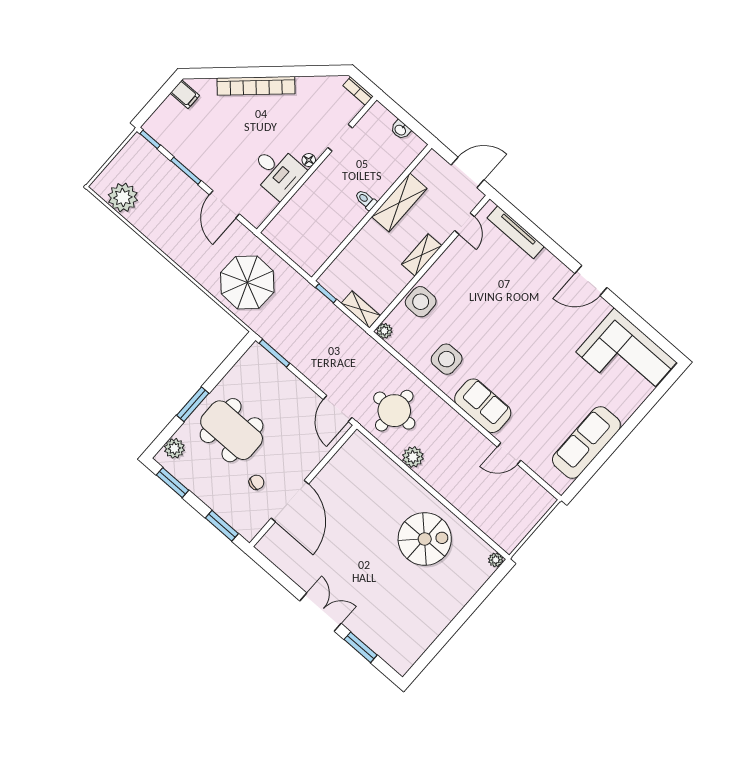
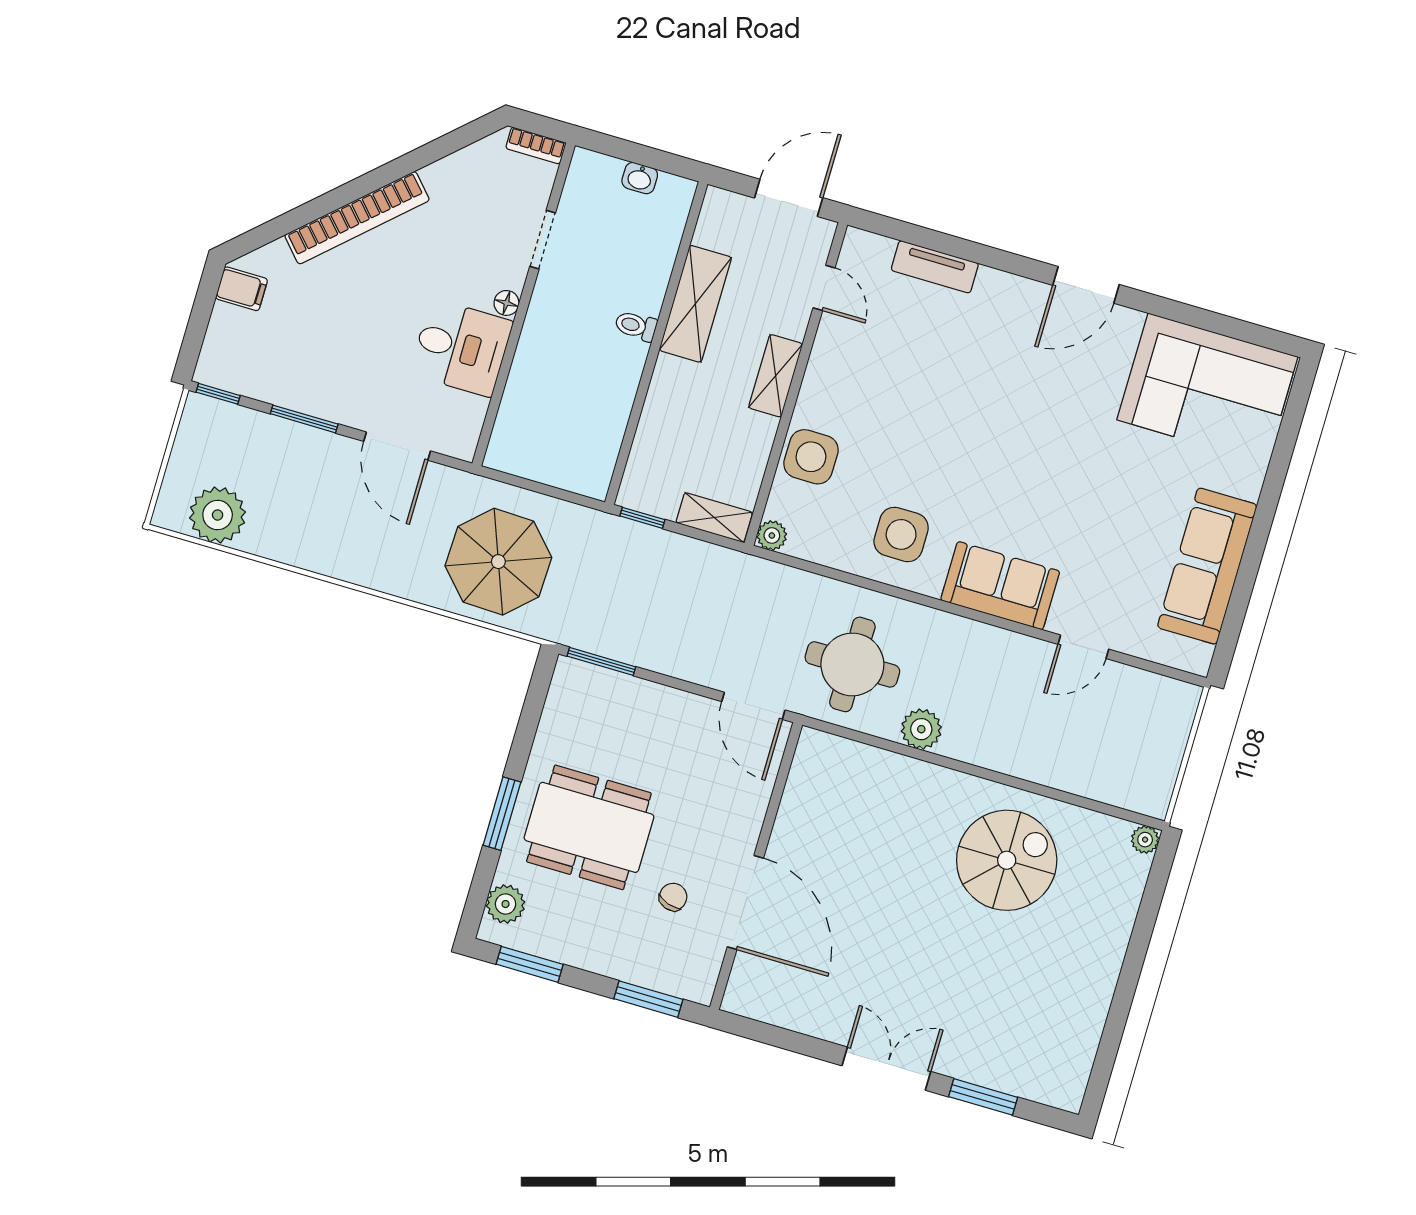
tv unit: (516, 232) -> (935, 267), width x0.71

